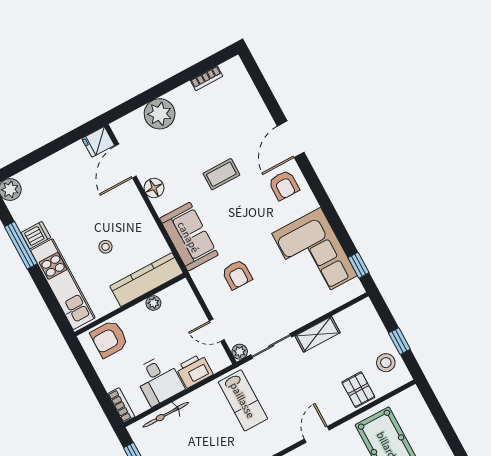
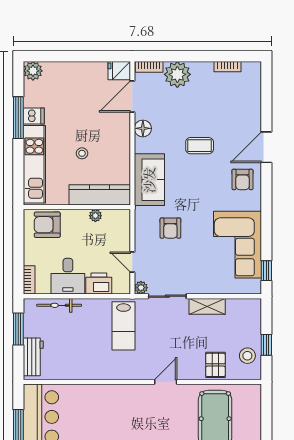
bookcase: (126, 122) -> (149, 67), added

